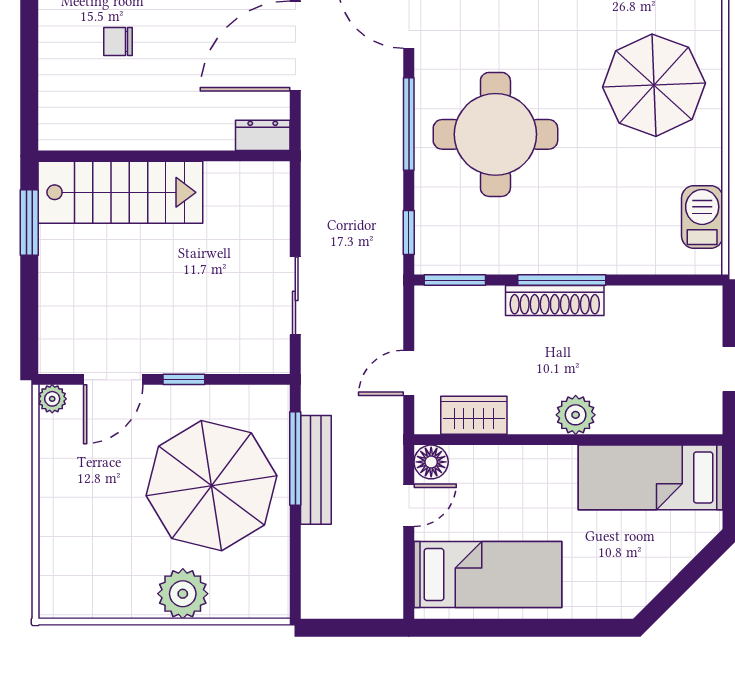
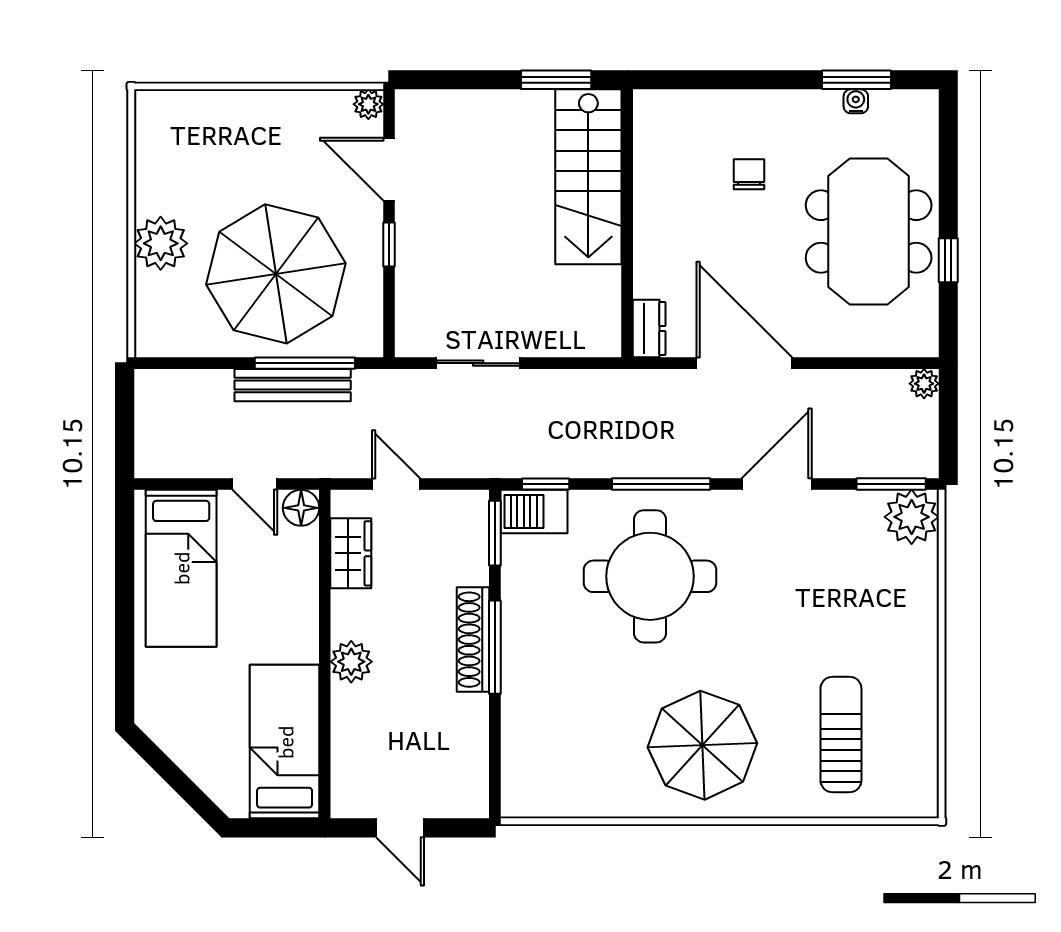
barbecue: (702, 217) -> (534, 512), moved, turned 180

